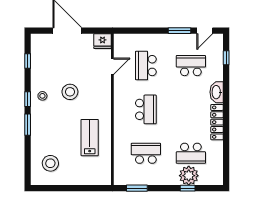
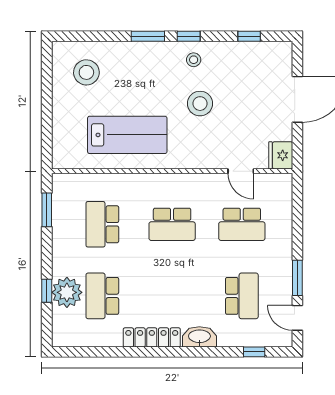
school desk: (146, 66) -> (242, 224), turned 180
lab bench: (90, 138) -> (127, 135), width x1.36, depth x1.39
school desk: (146, 153) -> (102, 224), turned 180

